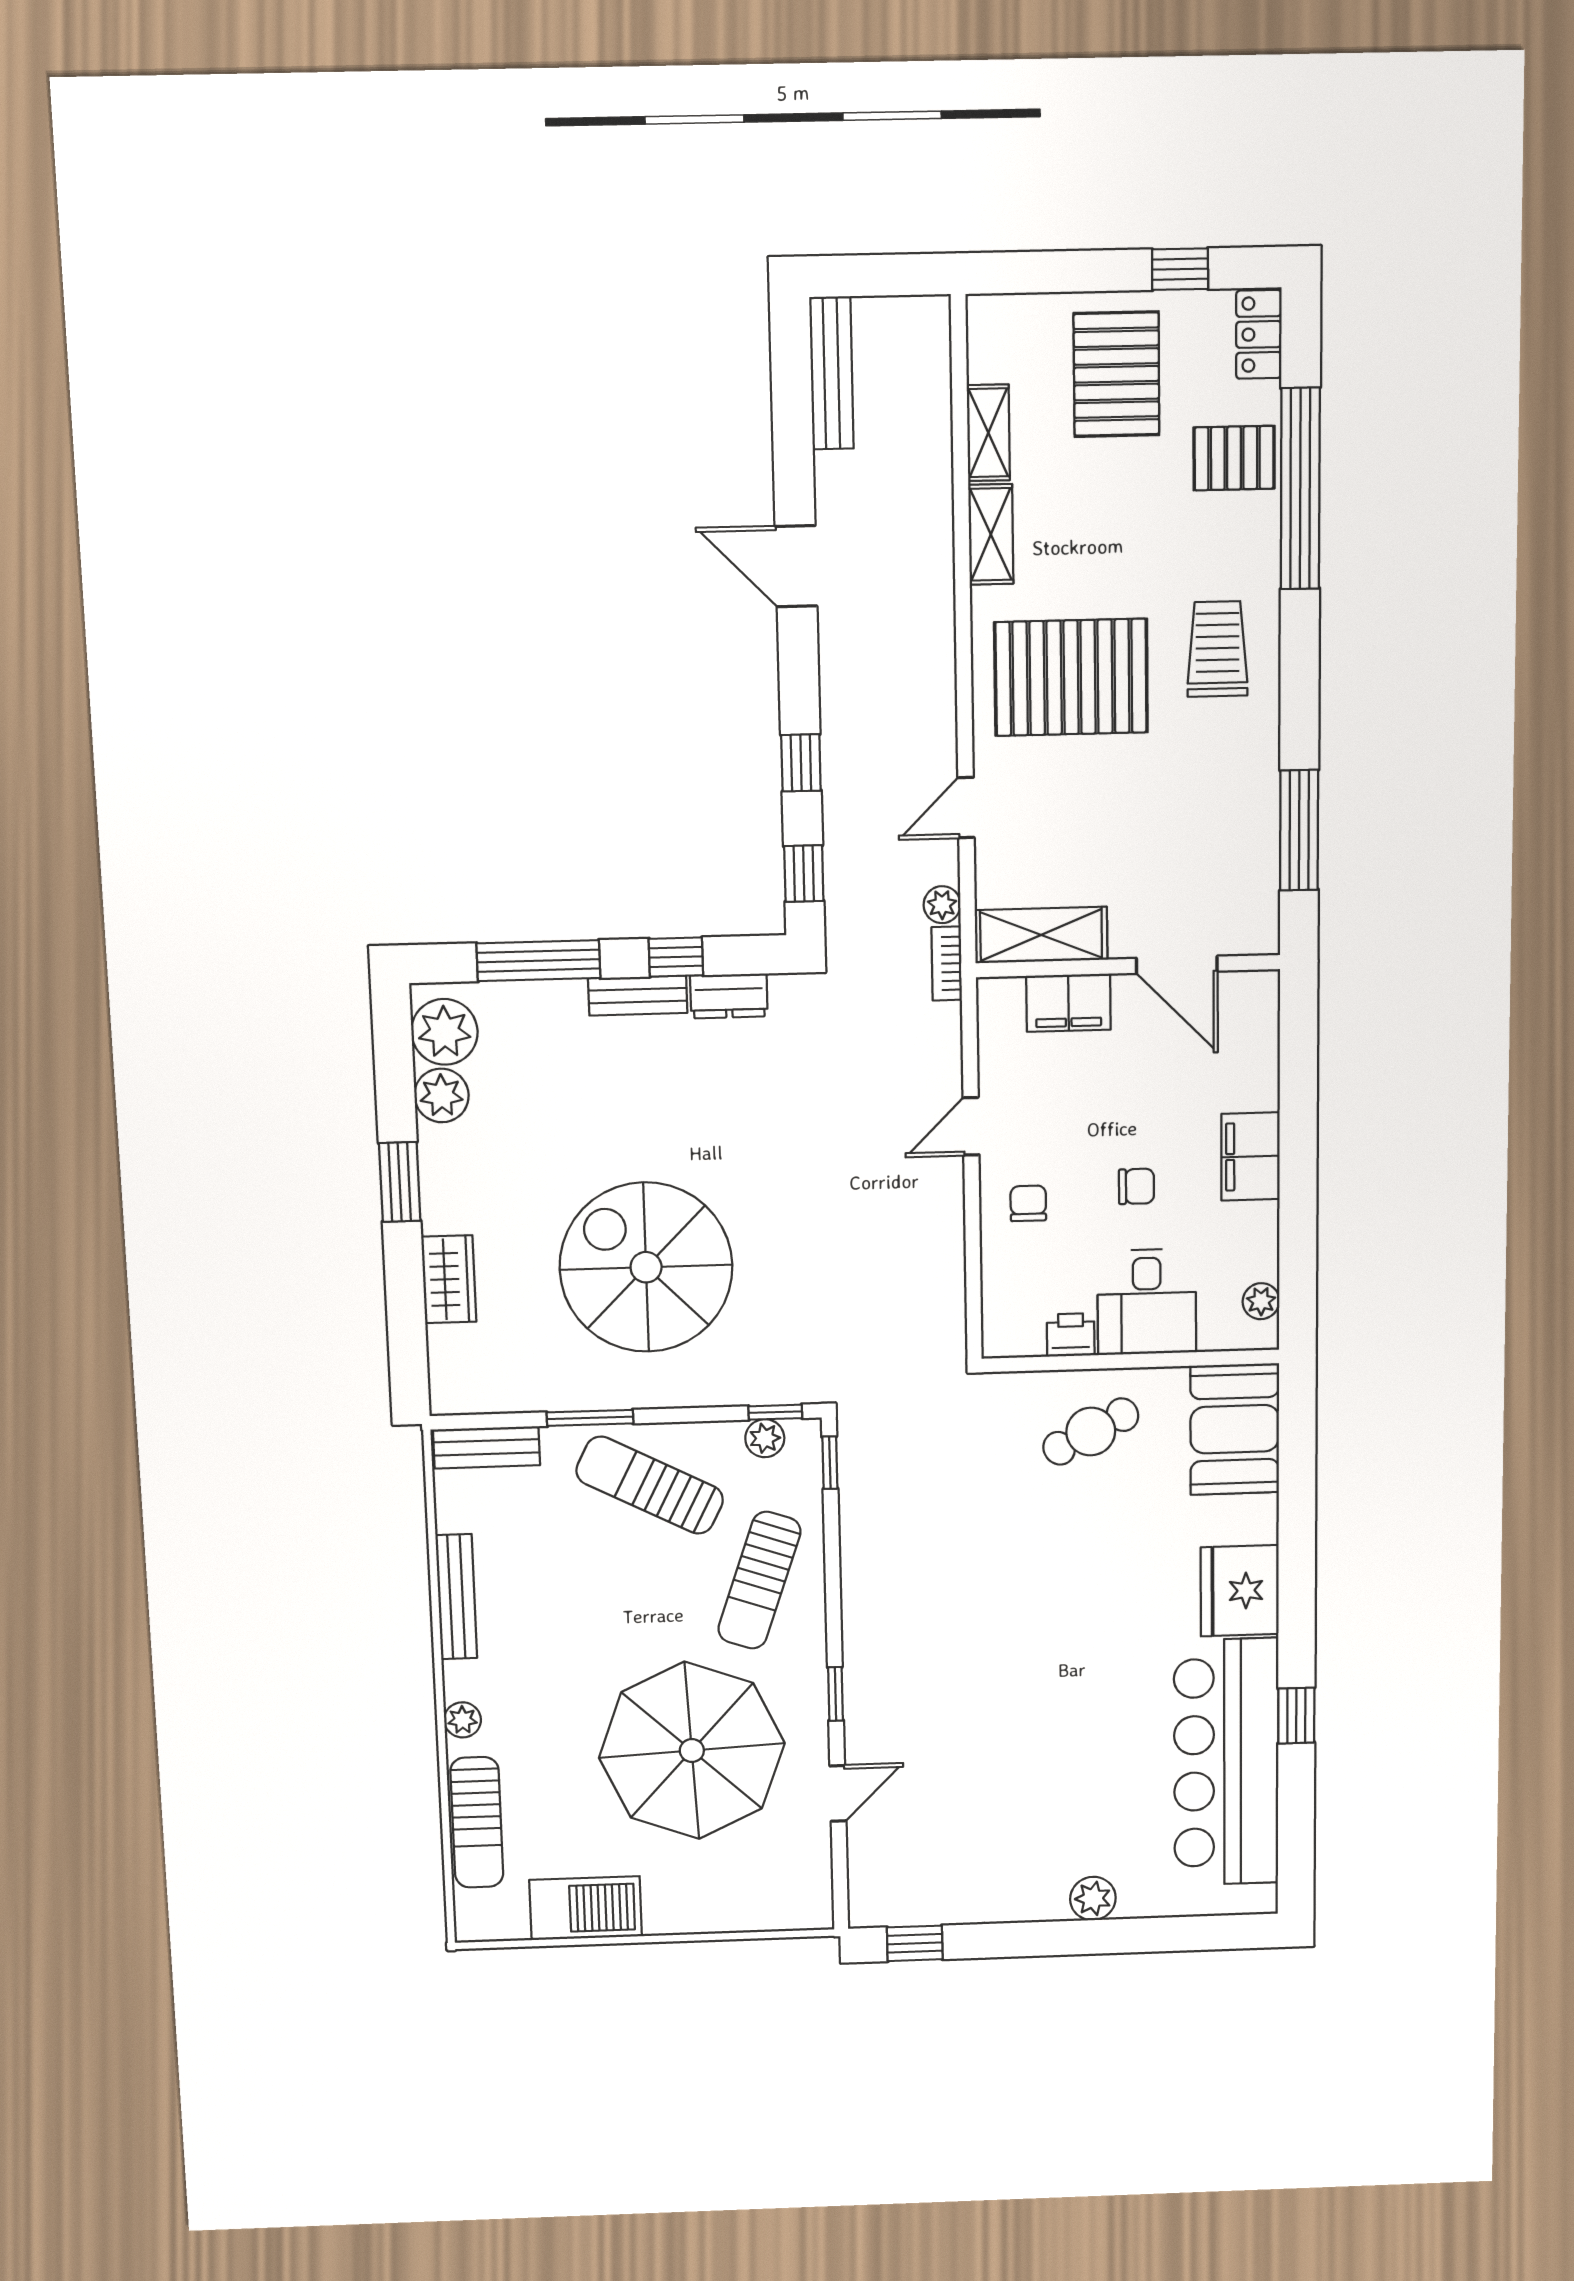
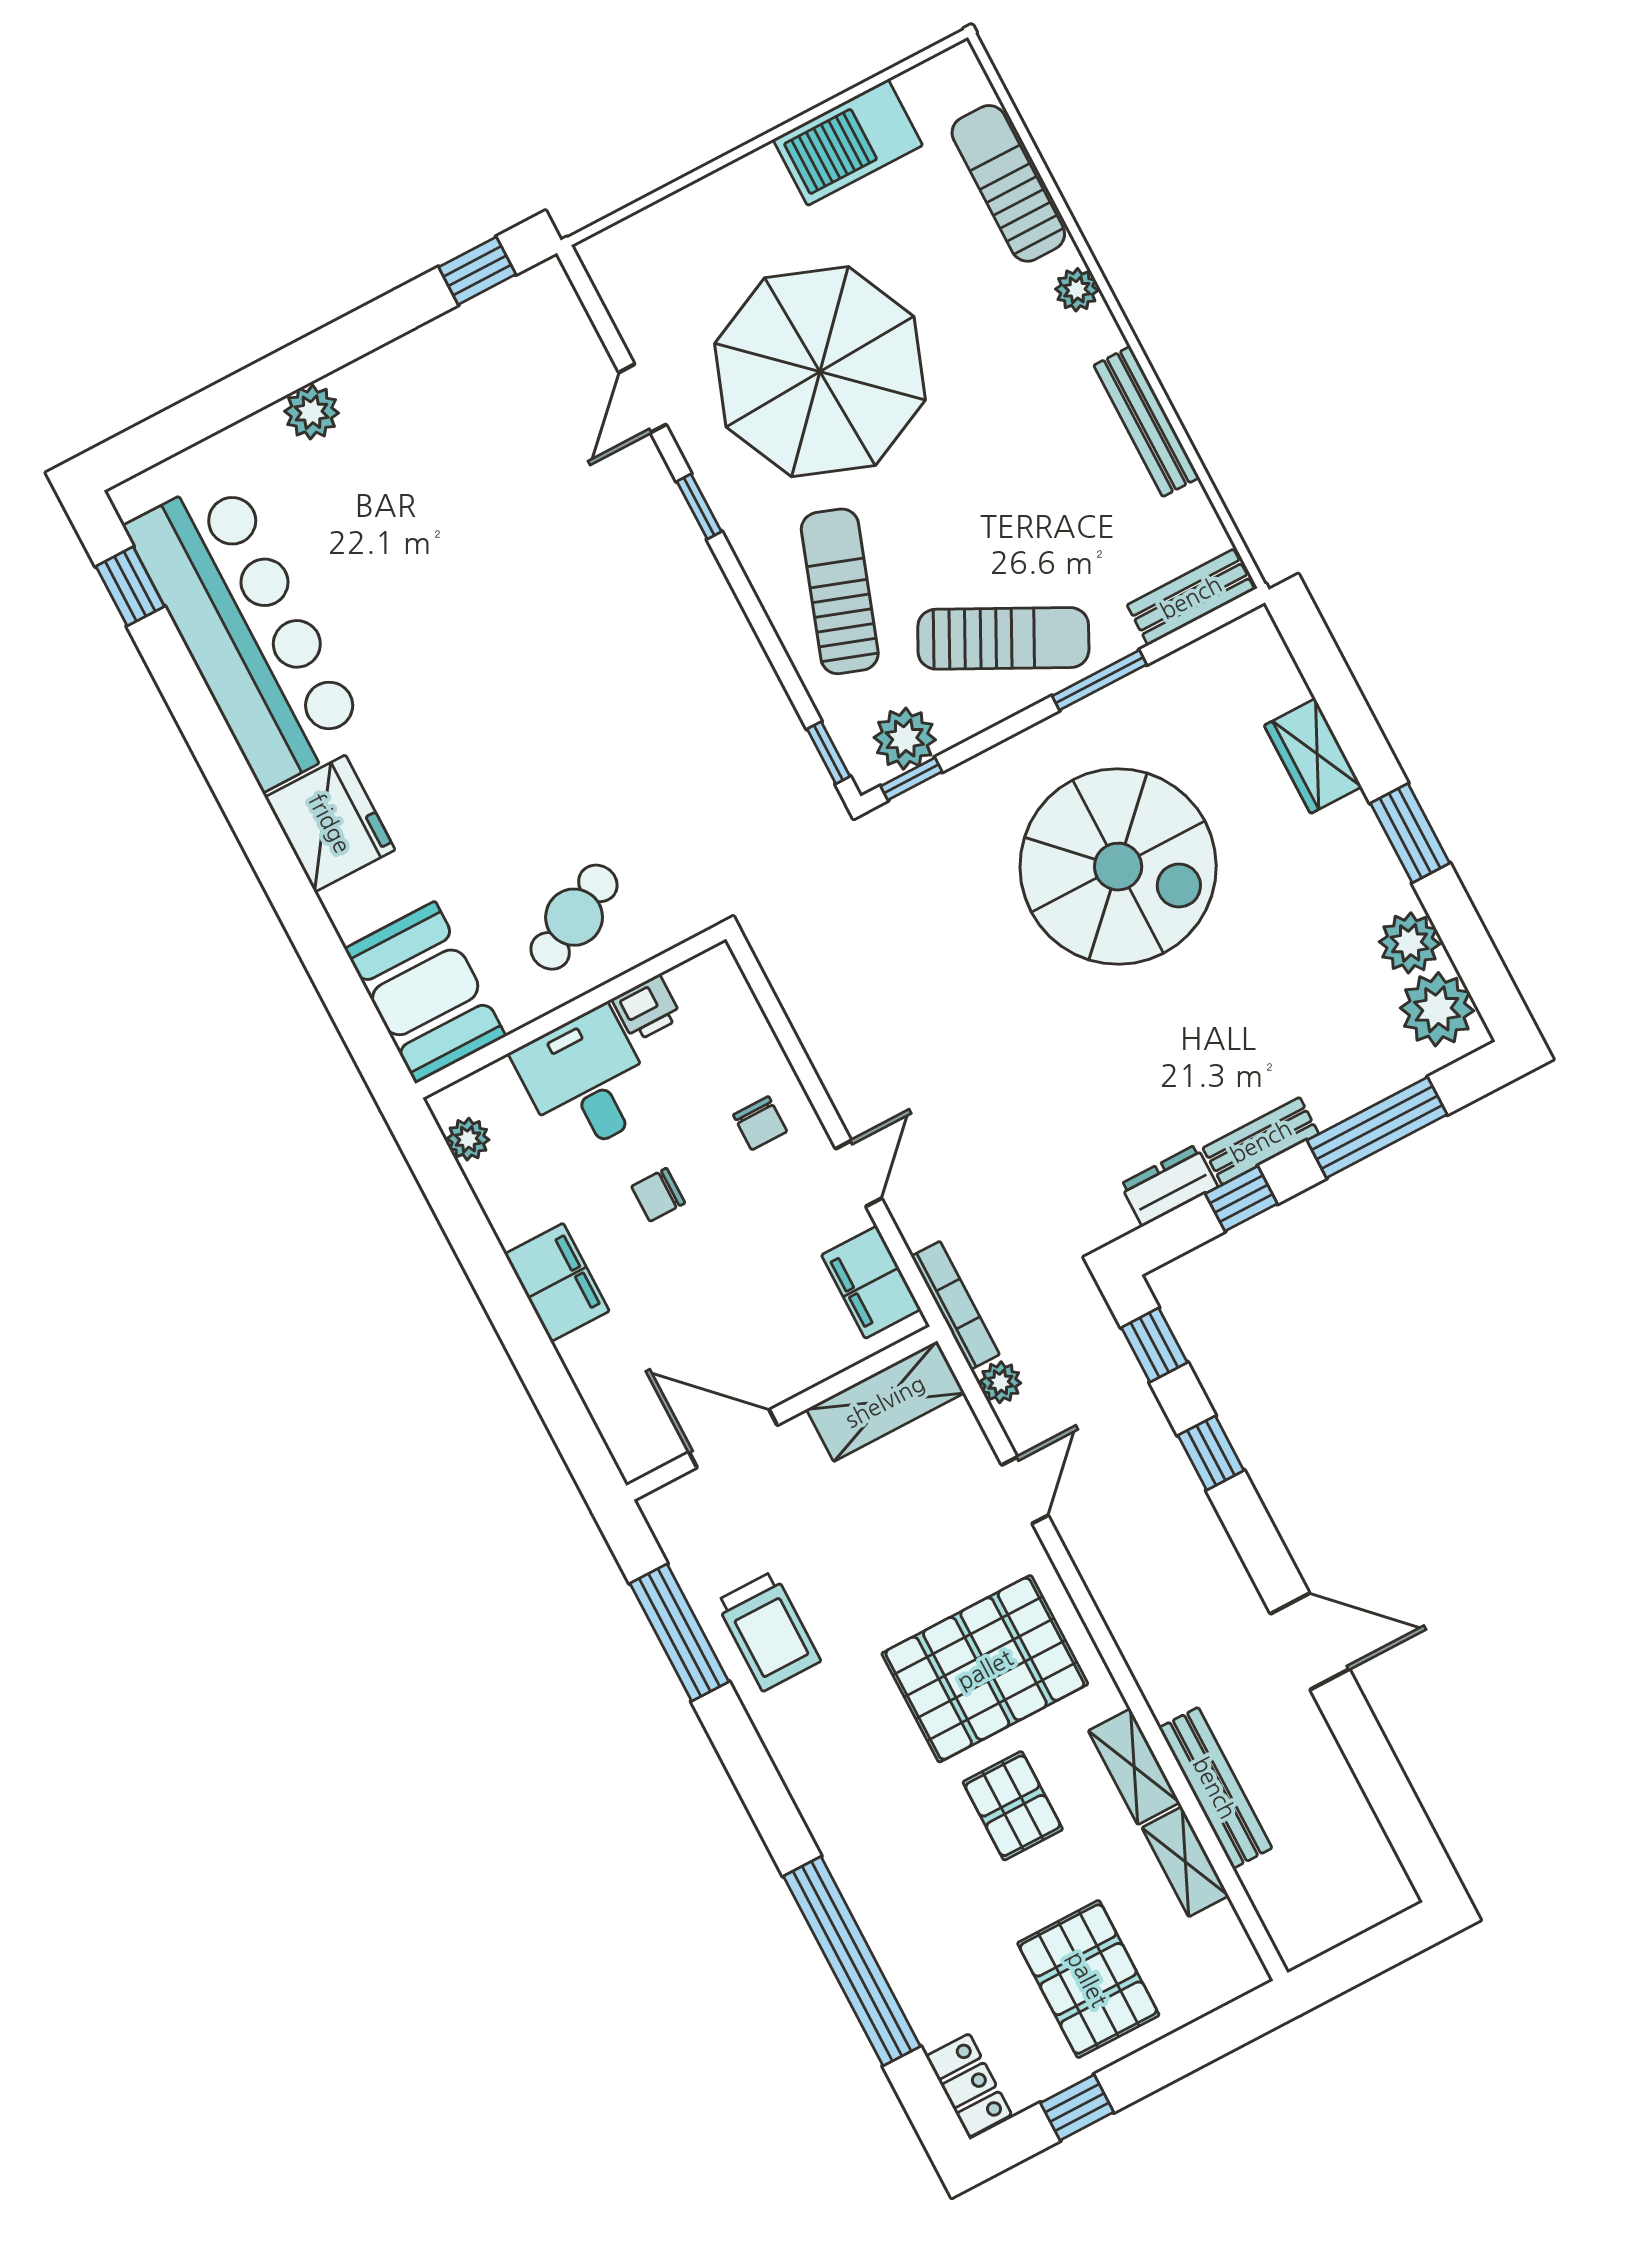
bench: (831, 373) -> (1215, 1788), moved
pallet: (1234, 458) -> (1013, 1806), moved, turned 90
trolley: (1217, 649) -> (768, 1631), moved
bookcase: (947, 964) -> (955, 1305), width x1.56
filing cabinet: (1069, 1003) -> (871, 1282), moved, turned -90
plant: (765, 1438) -> (905, 739), width x1.38, depth x1.38
window: (1296, 1716) -> (130, 586), moved

